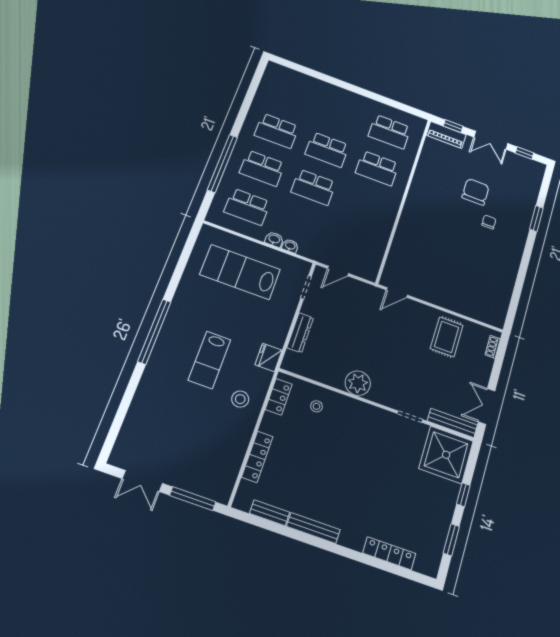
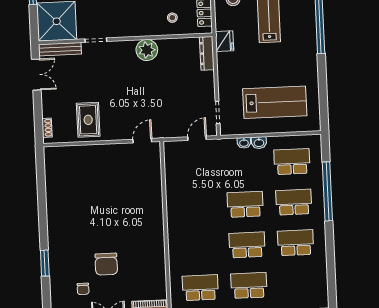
school desk: (377, 168) -> (249, 285), moved
chair: (489, 222) -> (83, 289), moved
dresser: (300, 333) -> (207, 53), moved

